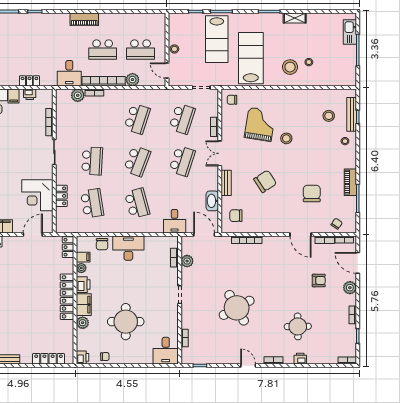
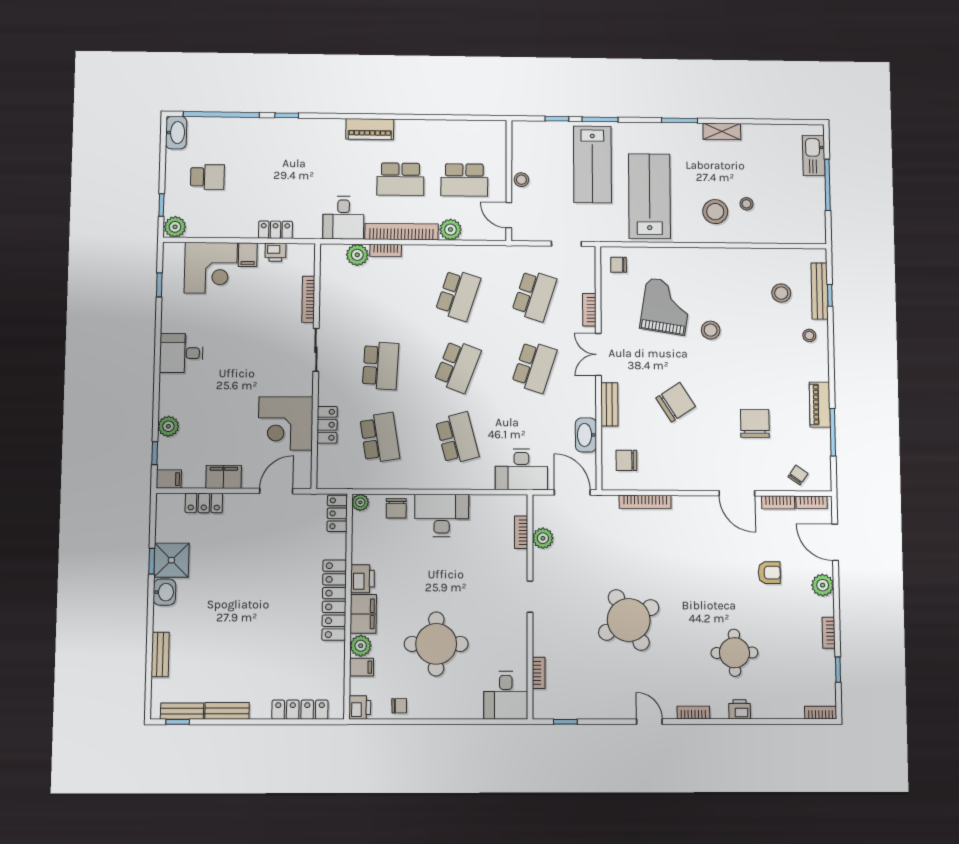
desk: (175, 221) -> (521, 469), width x1.37
filing cabinet: (83, 257) -> (362, 667), moved
plant: (81, 268) -> (360, 502), moved

